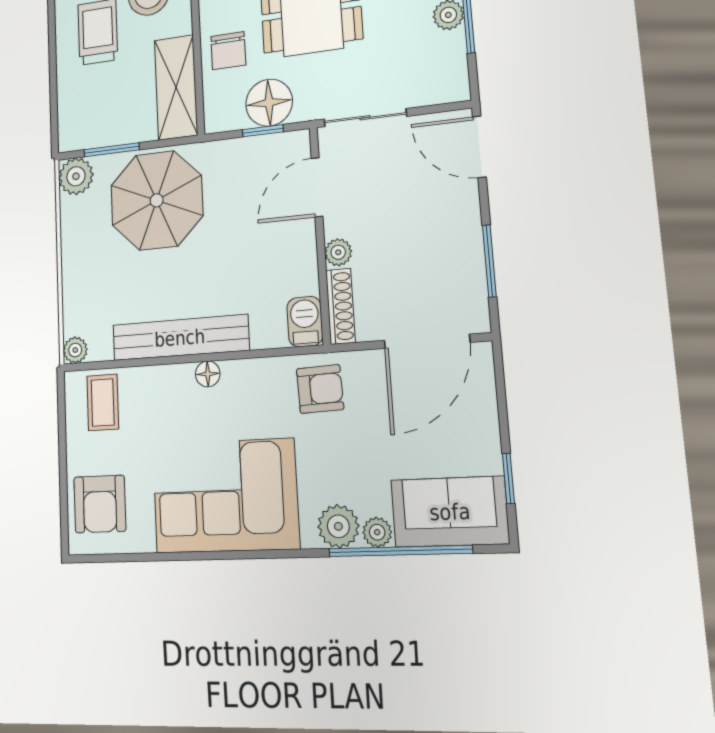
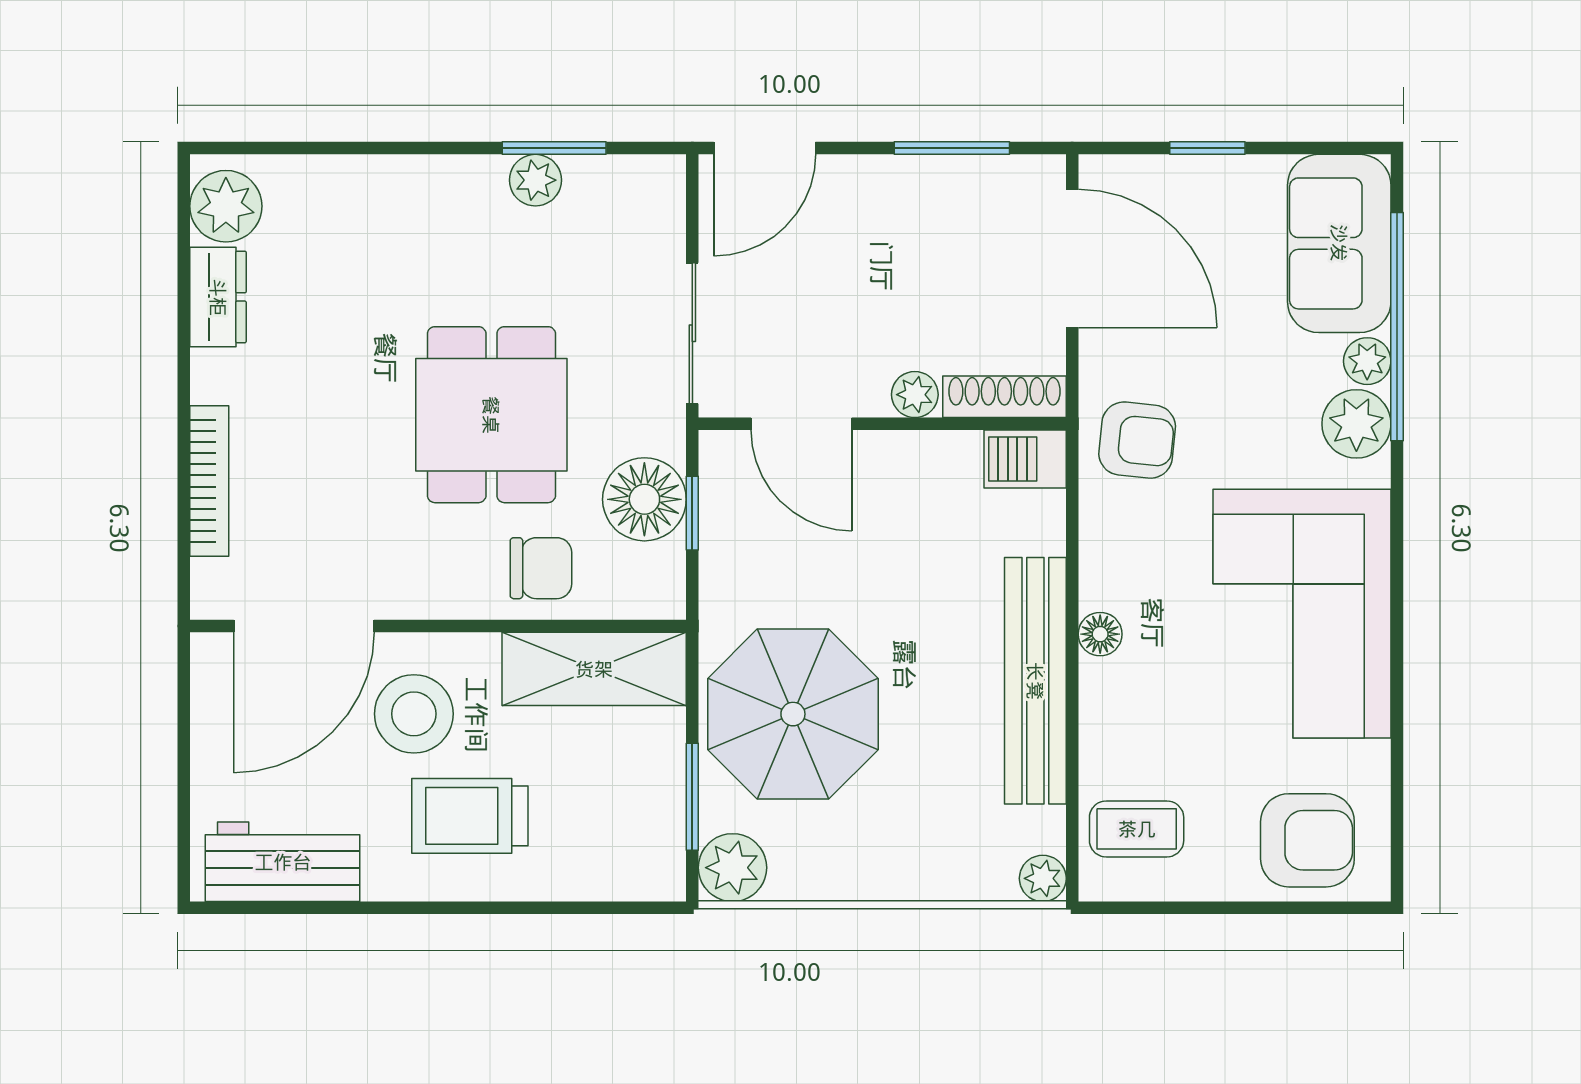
armchair: (320, 389) -> (1137, 440), turned 98
window: (508, 478) -> (1207, 148), moved

